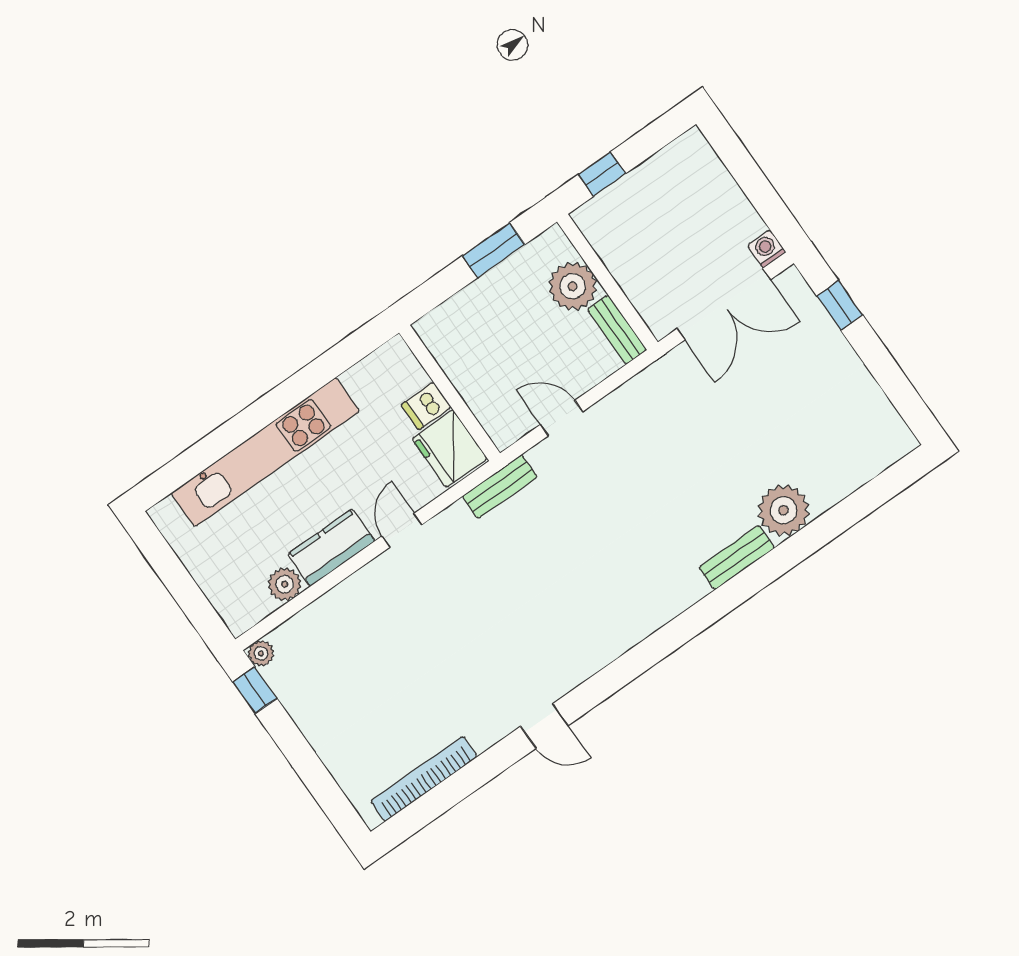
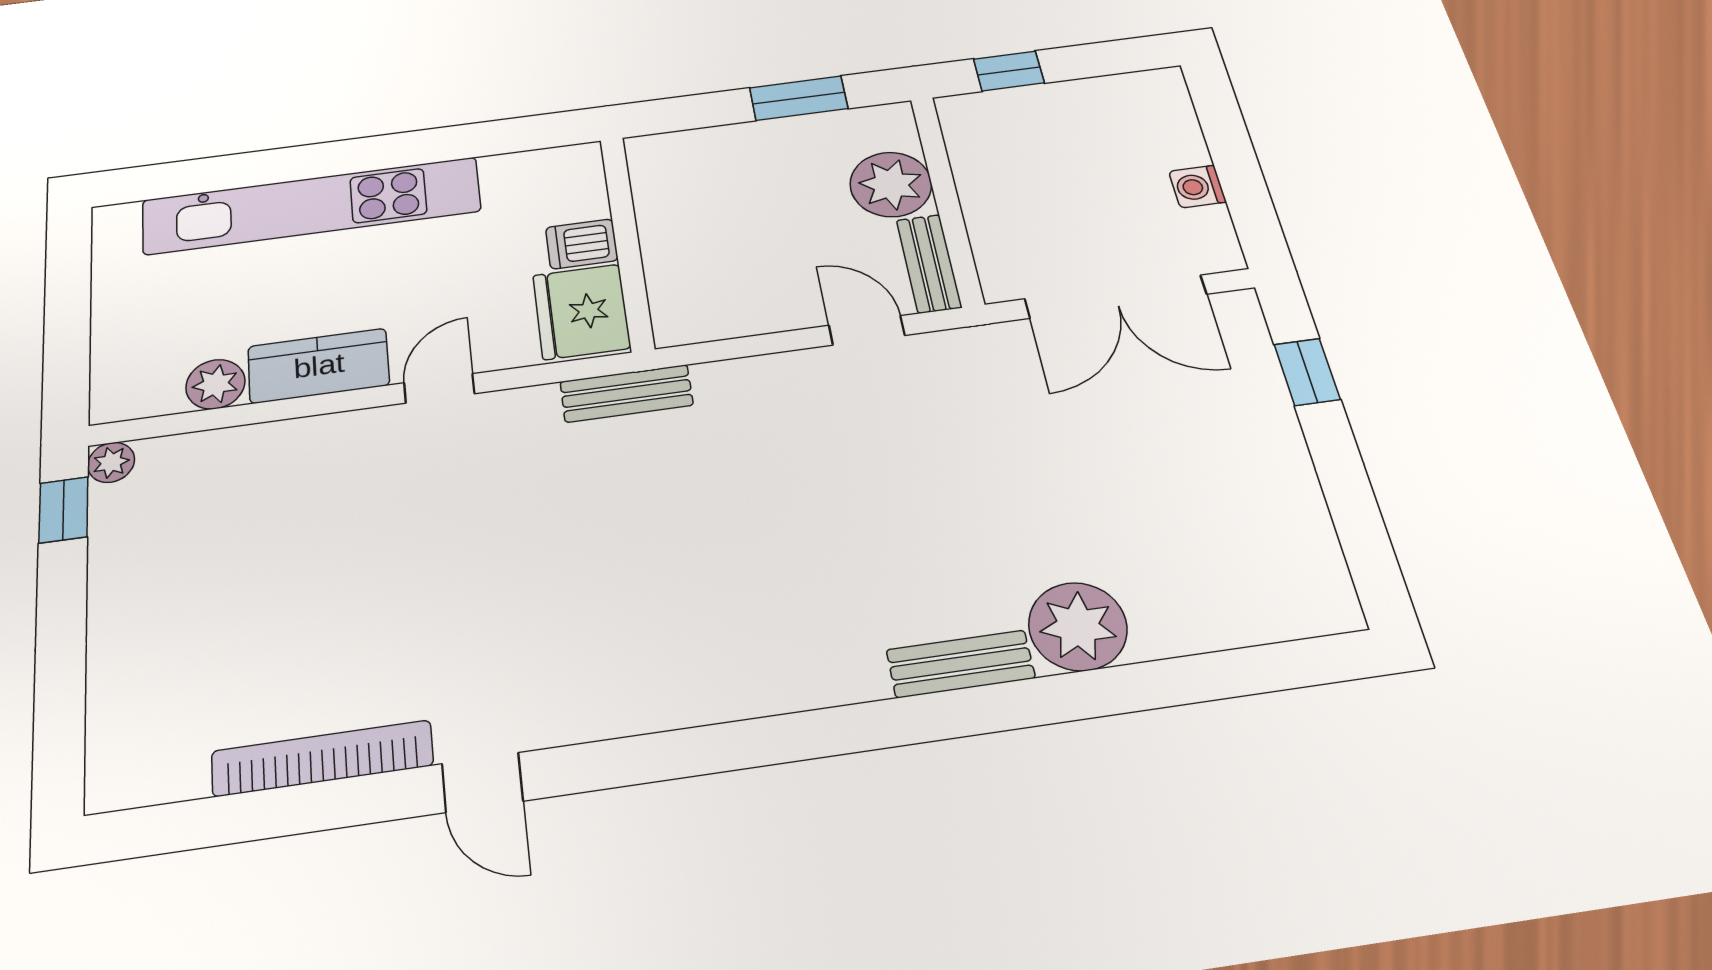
washing machine: (767, 249) -> (1197, 187), moved, turned -90
door: (562, 418) -> (867, 330), moved
bookcase: (424, 779) -> (322, 758), moved

